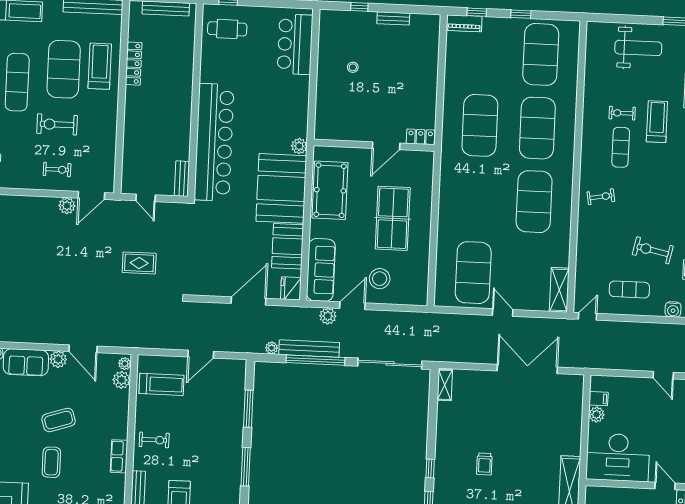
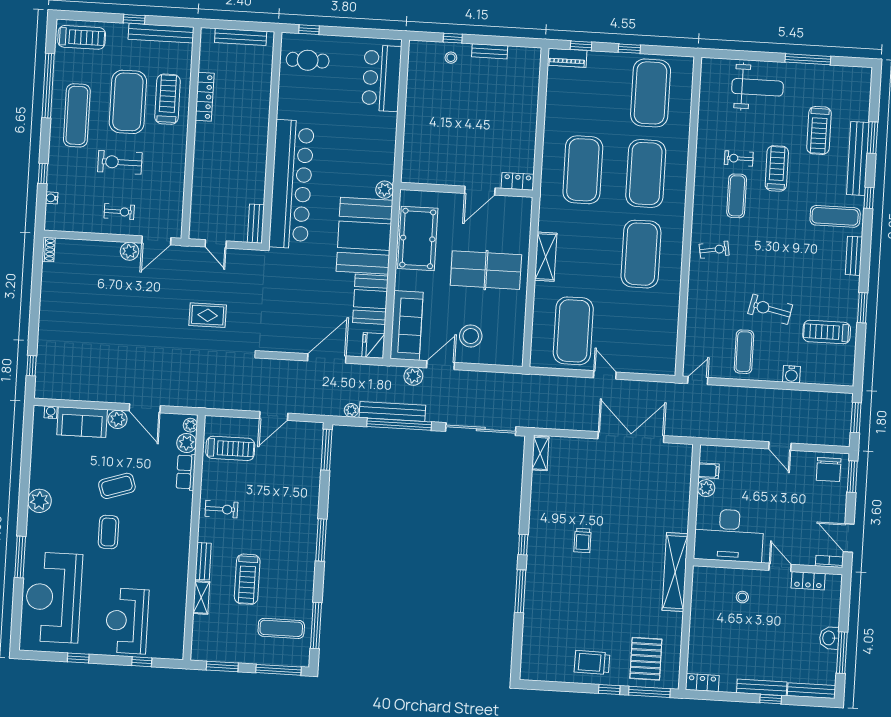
stool: (353, 67) -> (451, 58), moved
table tennis table: (393, 218) -> (486, 270), turned 90
exercise mat: (629, 289) -> (744, 352), turned 90
shelving: (559, 290) -> (546, 257), moved
window: (248, 409) -> (326, 450), moved
row of seats: (119, 456) -> (186, 472), moved

